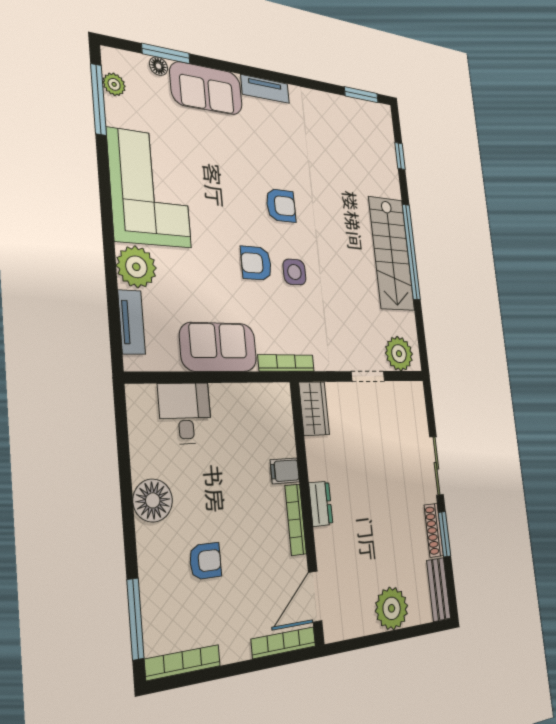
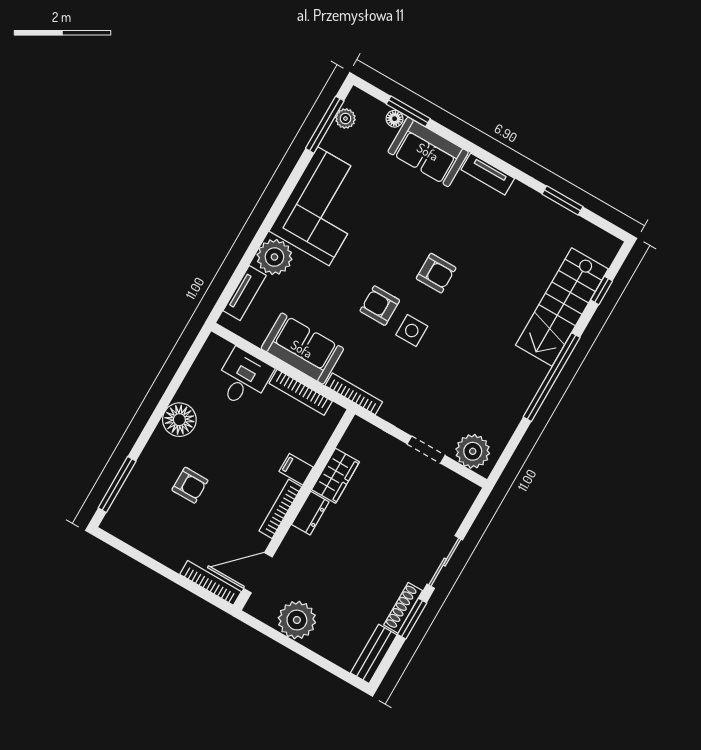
window: (361, 95) -> (562, 200), moved
stairs: (392, 254) -> (562, 307), moved
wardrobe: (314, 409) -> (336, 476), moved
plant: (392, 608) -> (297, 620), moved
bookcase: (183, 662) -> (301, 392), moved, turned 180

